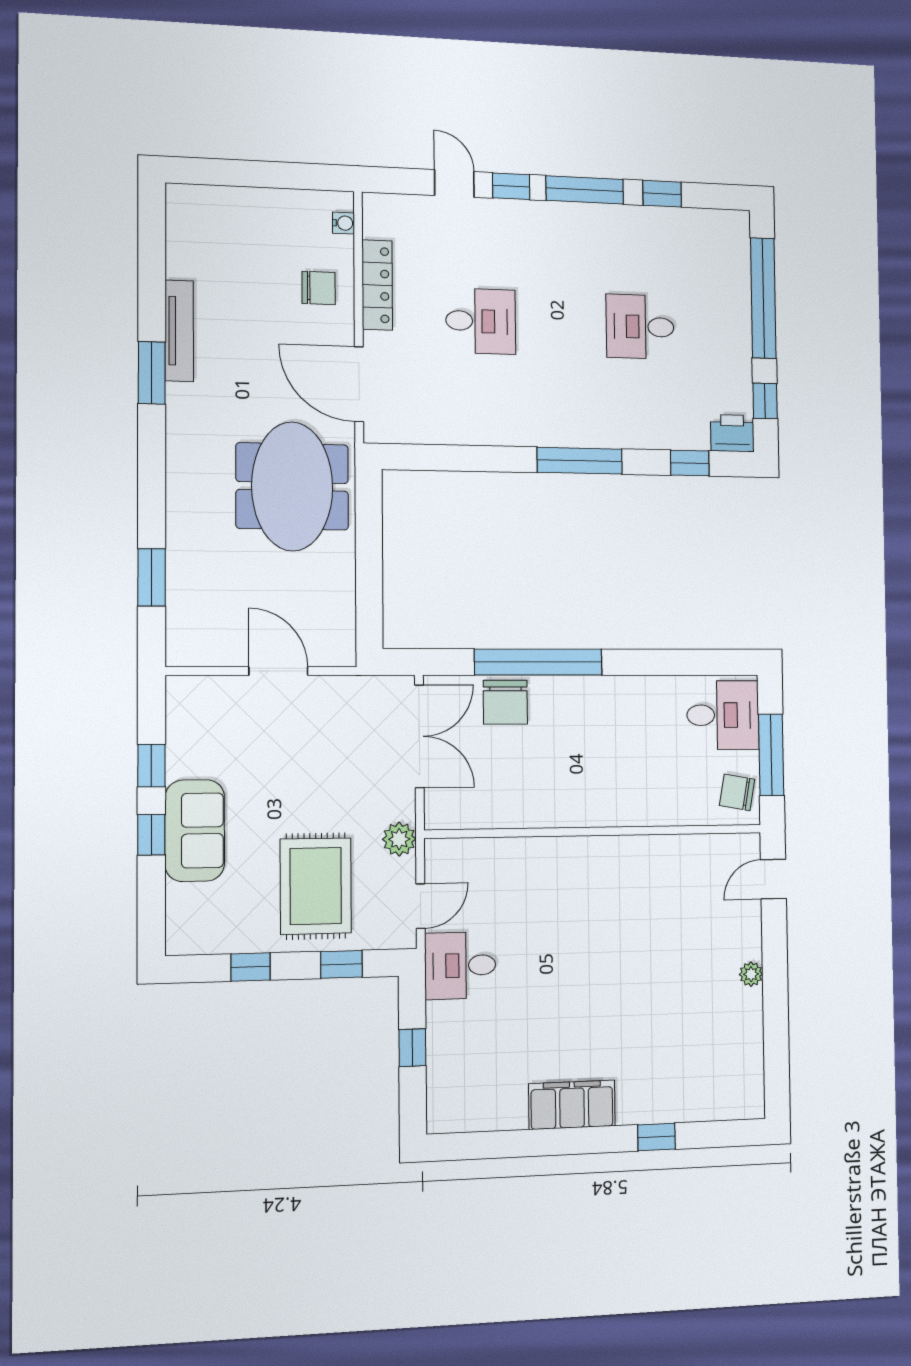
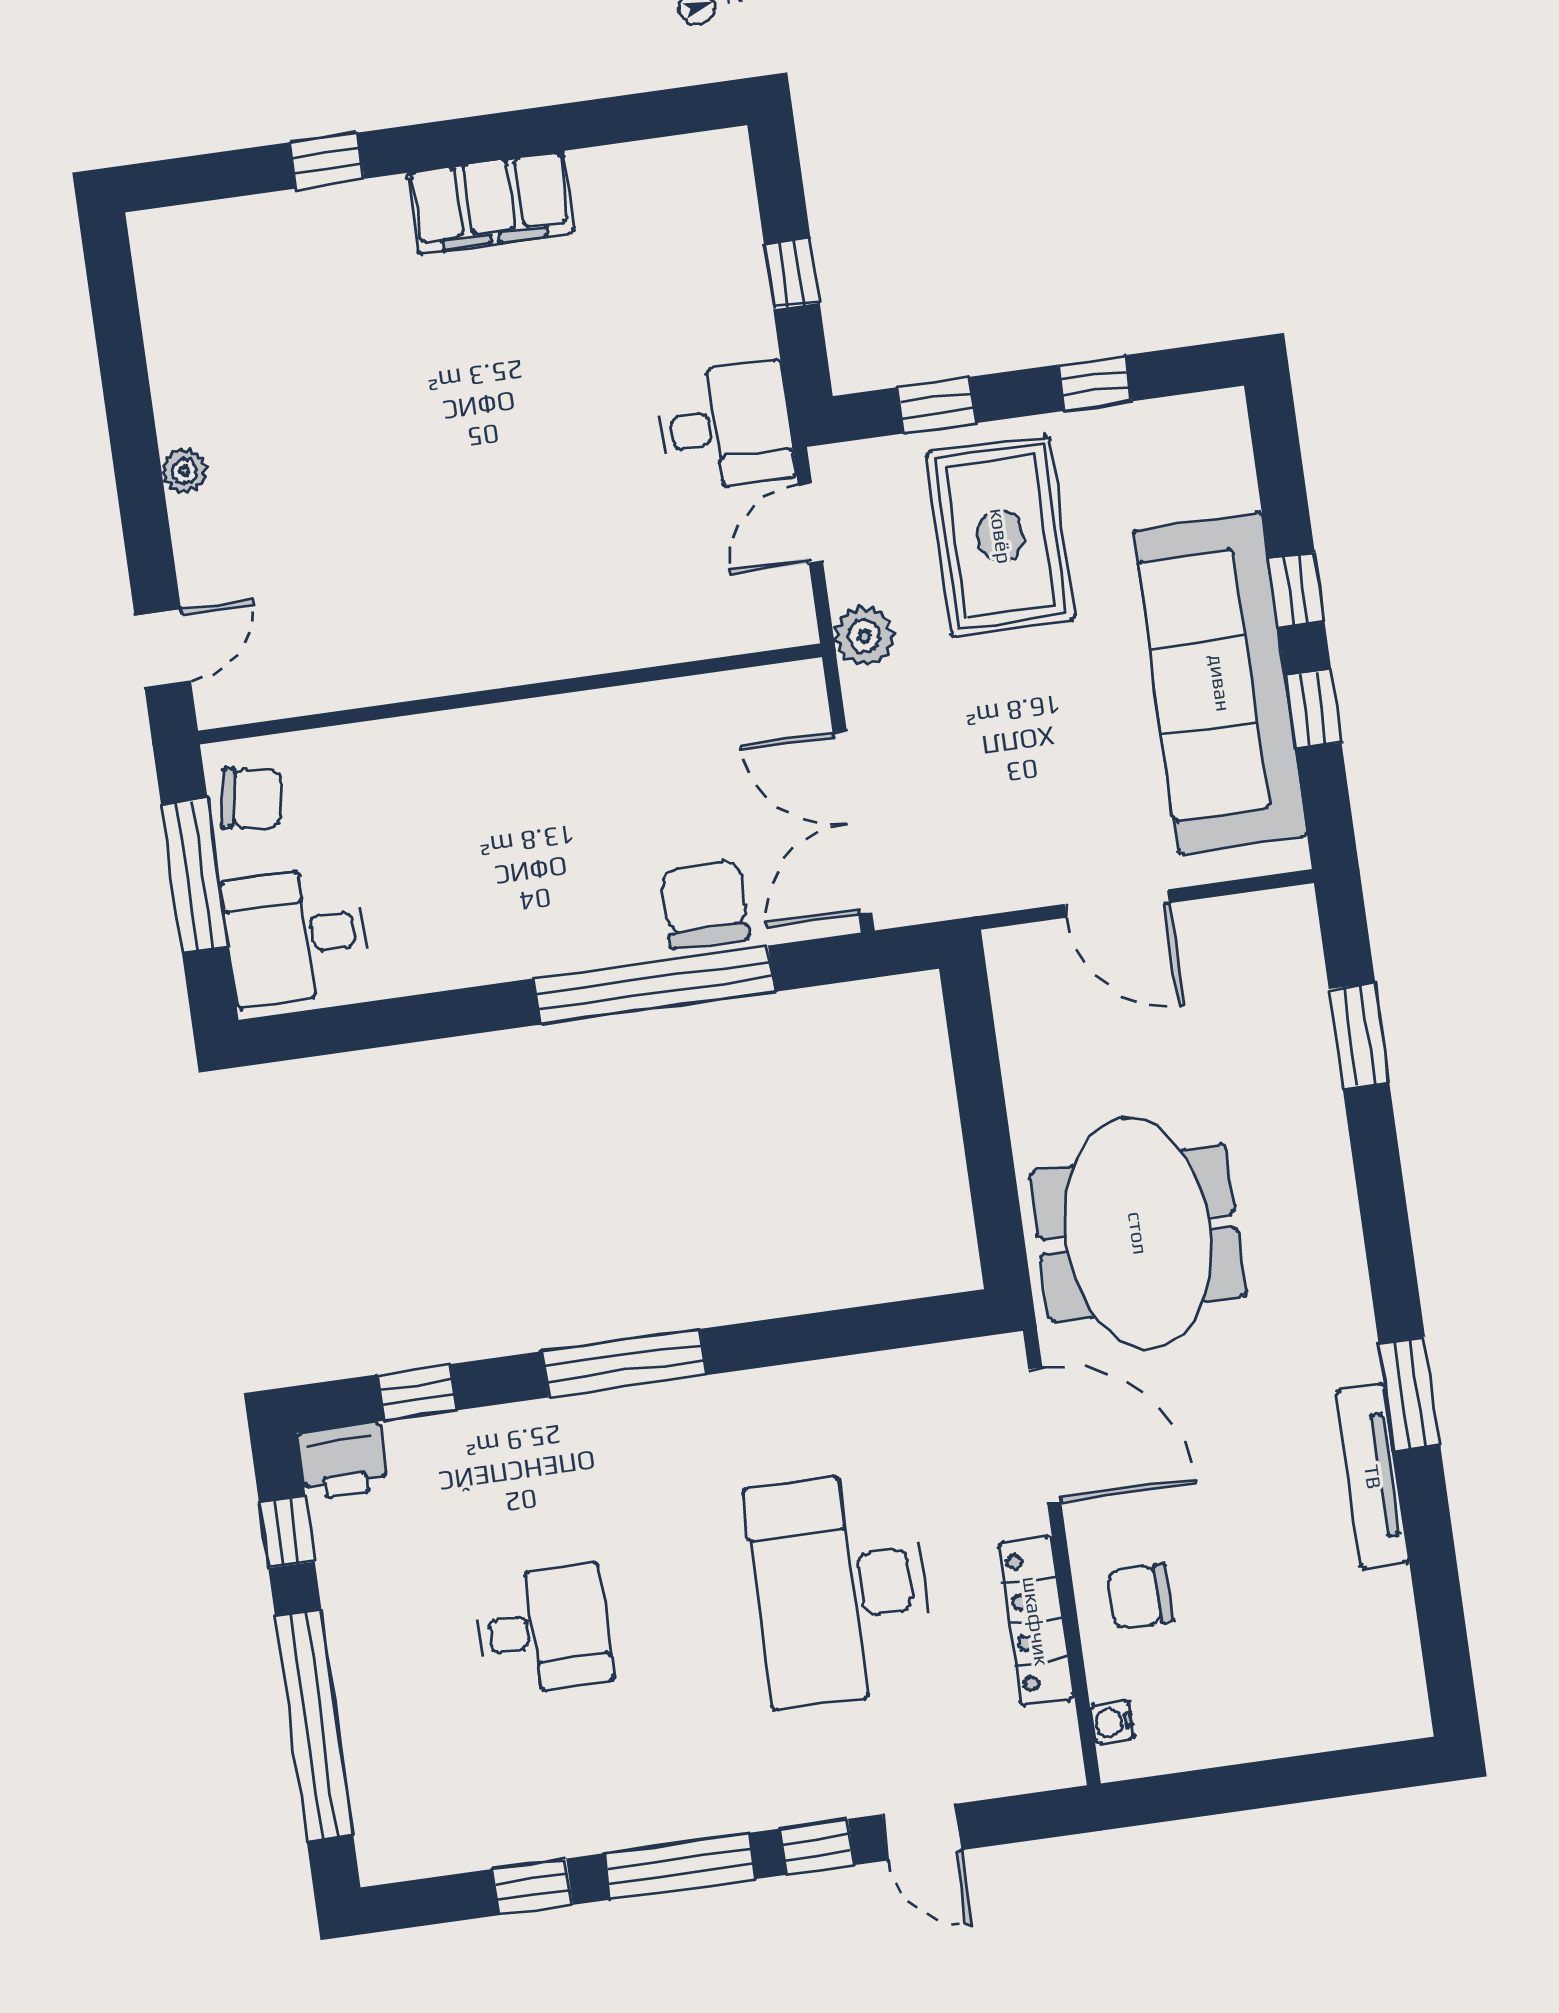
desk: (481, 321) -> (840, 1588), width x1.87, depth x1.30
sofa: (195, 831) -> (1220, 683), width x1.85, depth x1.27

